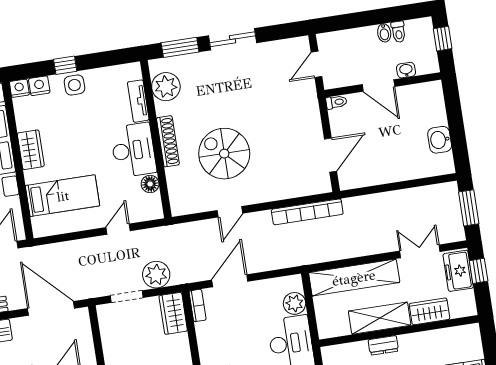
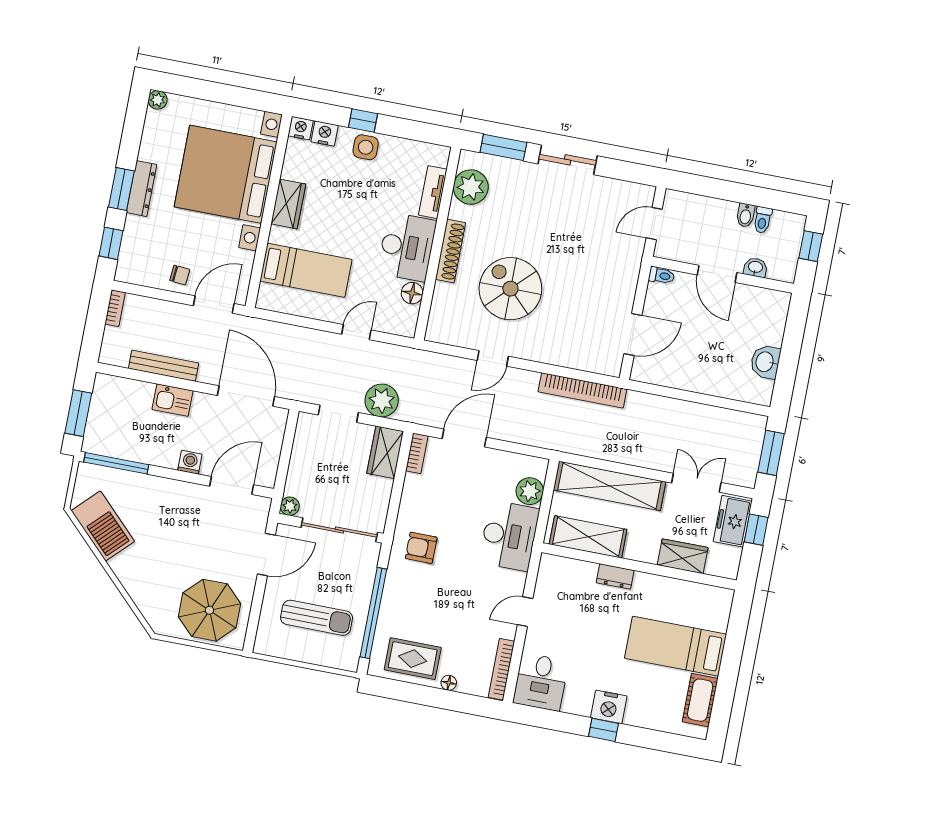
shelving: (380, 318) -> (588, 537), moved

